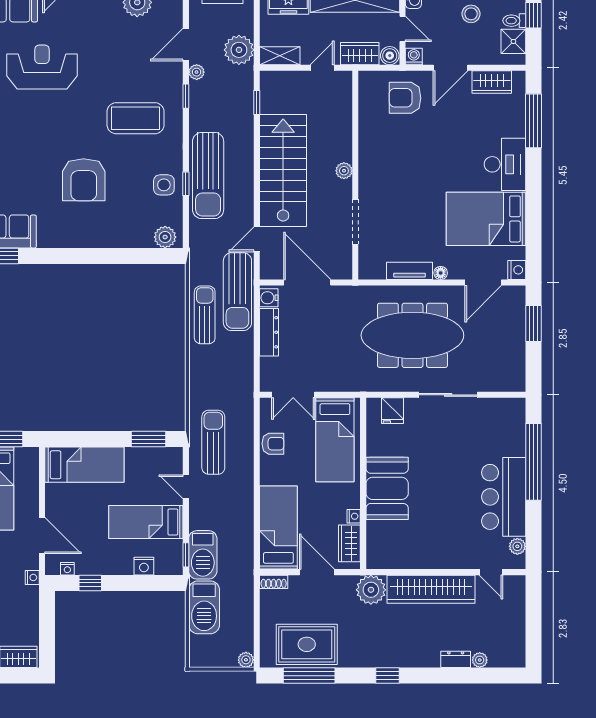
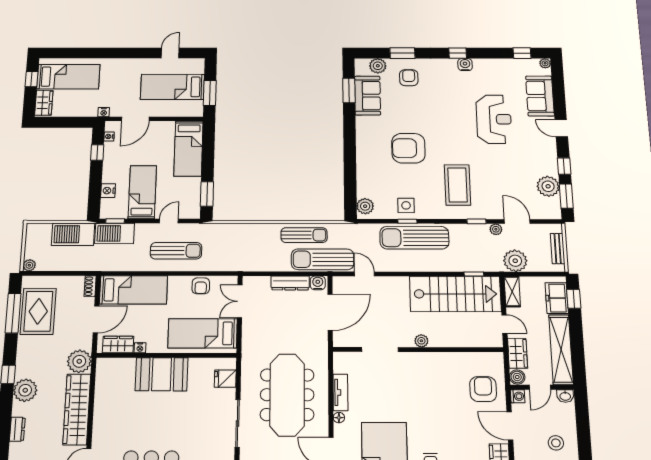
stairs: (283, 171) -> (455, 294), moved
sun lounger: (213, 442) -> (176, 251), moved
plant: (480, 660) -> (25, 390), moved, width x1.87, depth x1.87

